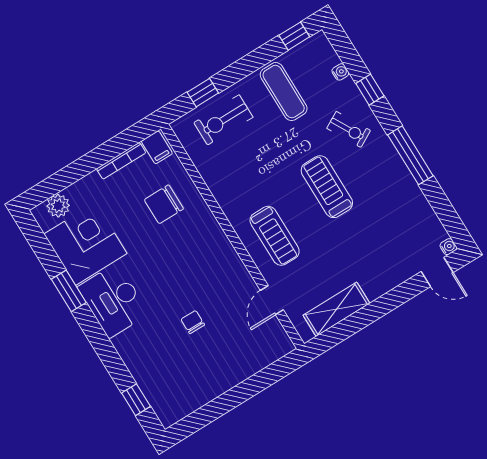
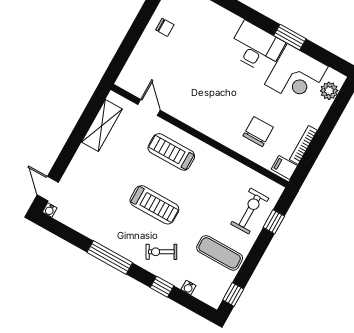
door: (437, 272) -> (48, 189), hinge flipped
chair: (193, 322) -> (165, 27), moved

